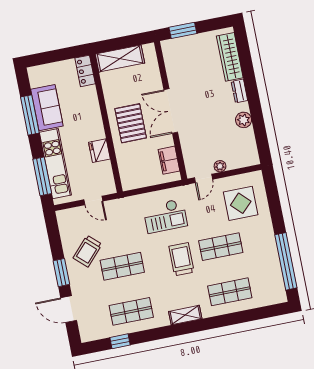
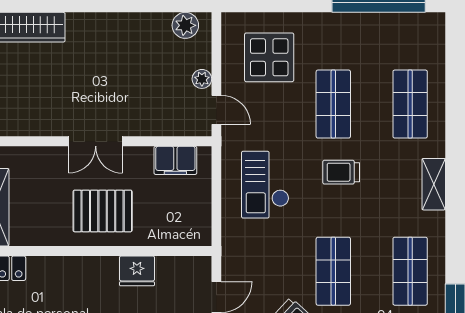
dresser: (239, 91) -> (85, 23), removed
double door: (171, 111) -> (96, 141), width x0.73
plant: (244, 120) -> (185, 25), moved
checkout: (165, 216) -> (265, 185), turned 180
trolley: (181, 259) -> (341, 172), width x0.73, depth x0.72

